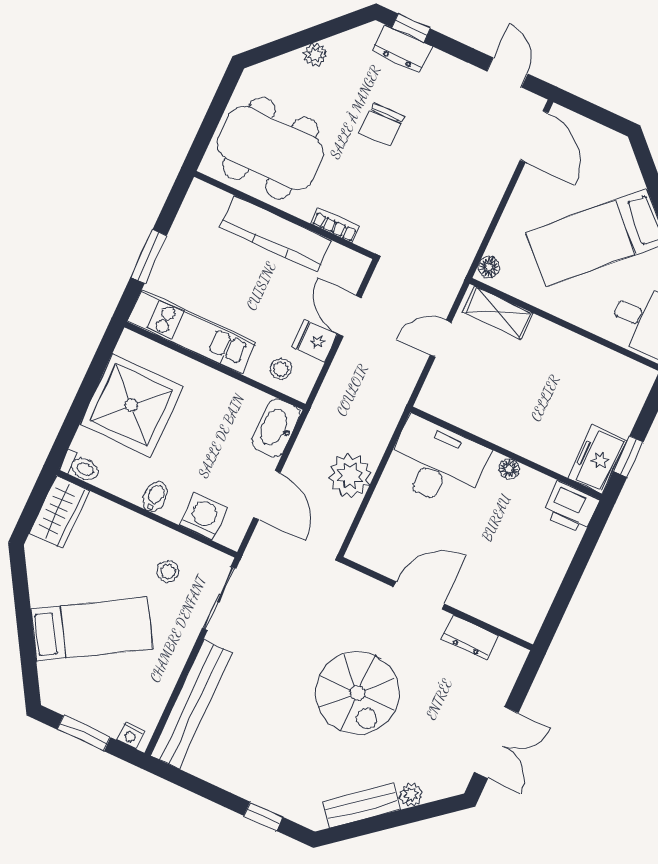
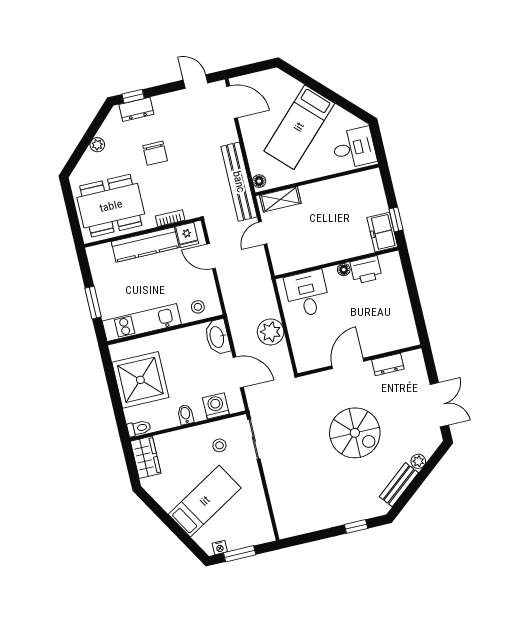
fridge: (315, 341) -> (187, 235), moved, turned -90
desk: (437, 463) -> (307, 294), width x0.73
printer: (571, 507) -> (366, 270), moved
bench: (191, 704) -> (239, 182), moved
nightstand: (131, 736) -> (220, 547), moved

